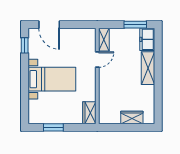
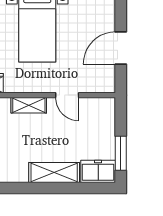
door: (49, 25) -> (121, 48), moved
shelving: (104, 40) -> (29, 105), moved

